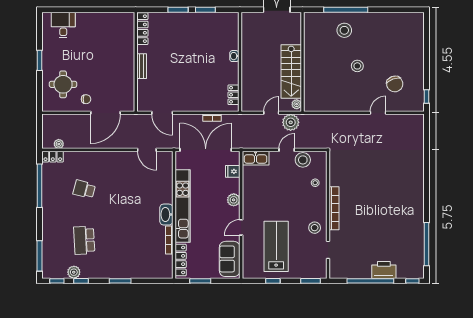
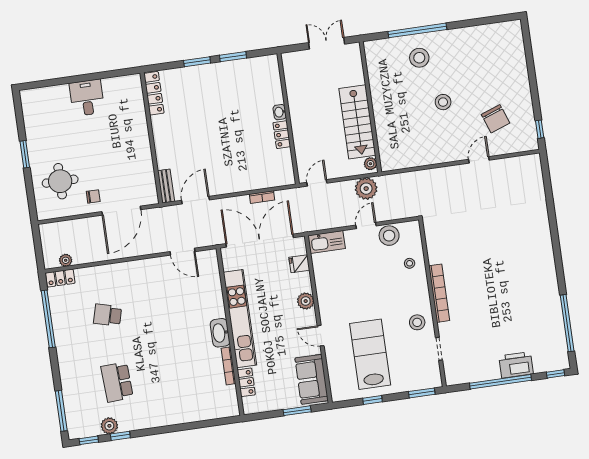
desk: (63, 25) -> (87, 98), moved
bench: (142, 66) -> (166, 186), moved
locker: (233, 95) -> (282, 135), moved
door: (162, 113) -> (196, 200), swing flipped
door: (271, 113) -> (317, 183), moved
door: (241, 227) -> (321, 336), hinge flipped
locker: (181, 260) -> (246, 382), width x0.66
window: (120, 281) -> (172, 428), removed
window: (200, 281) -> (297, 411), moved

